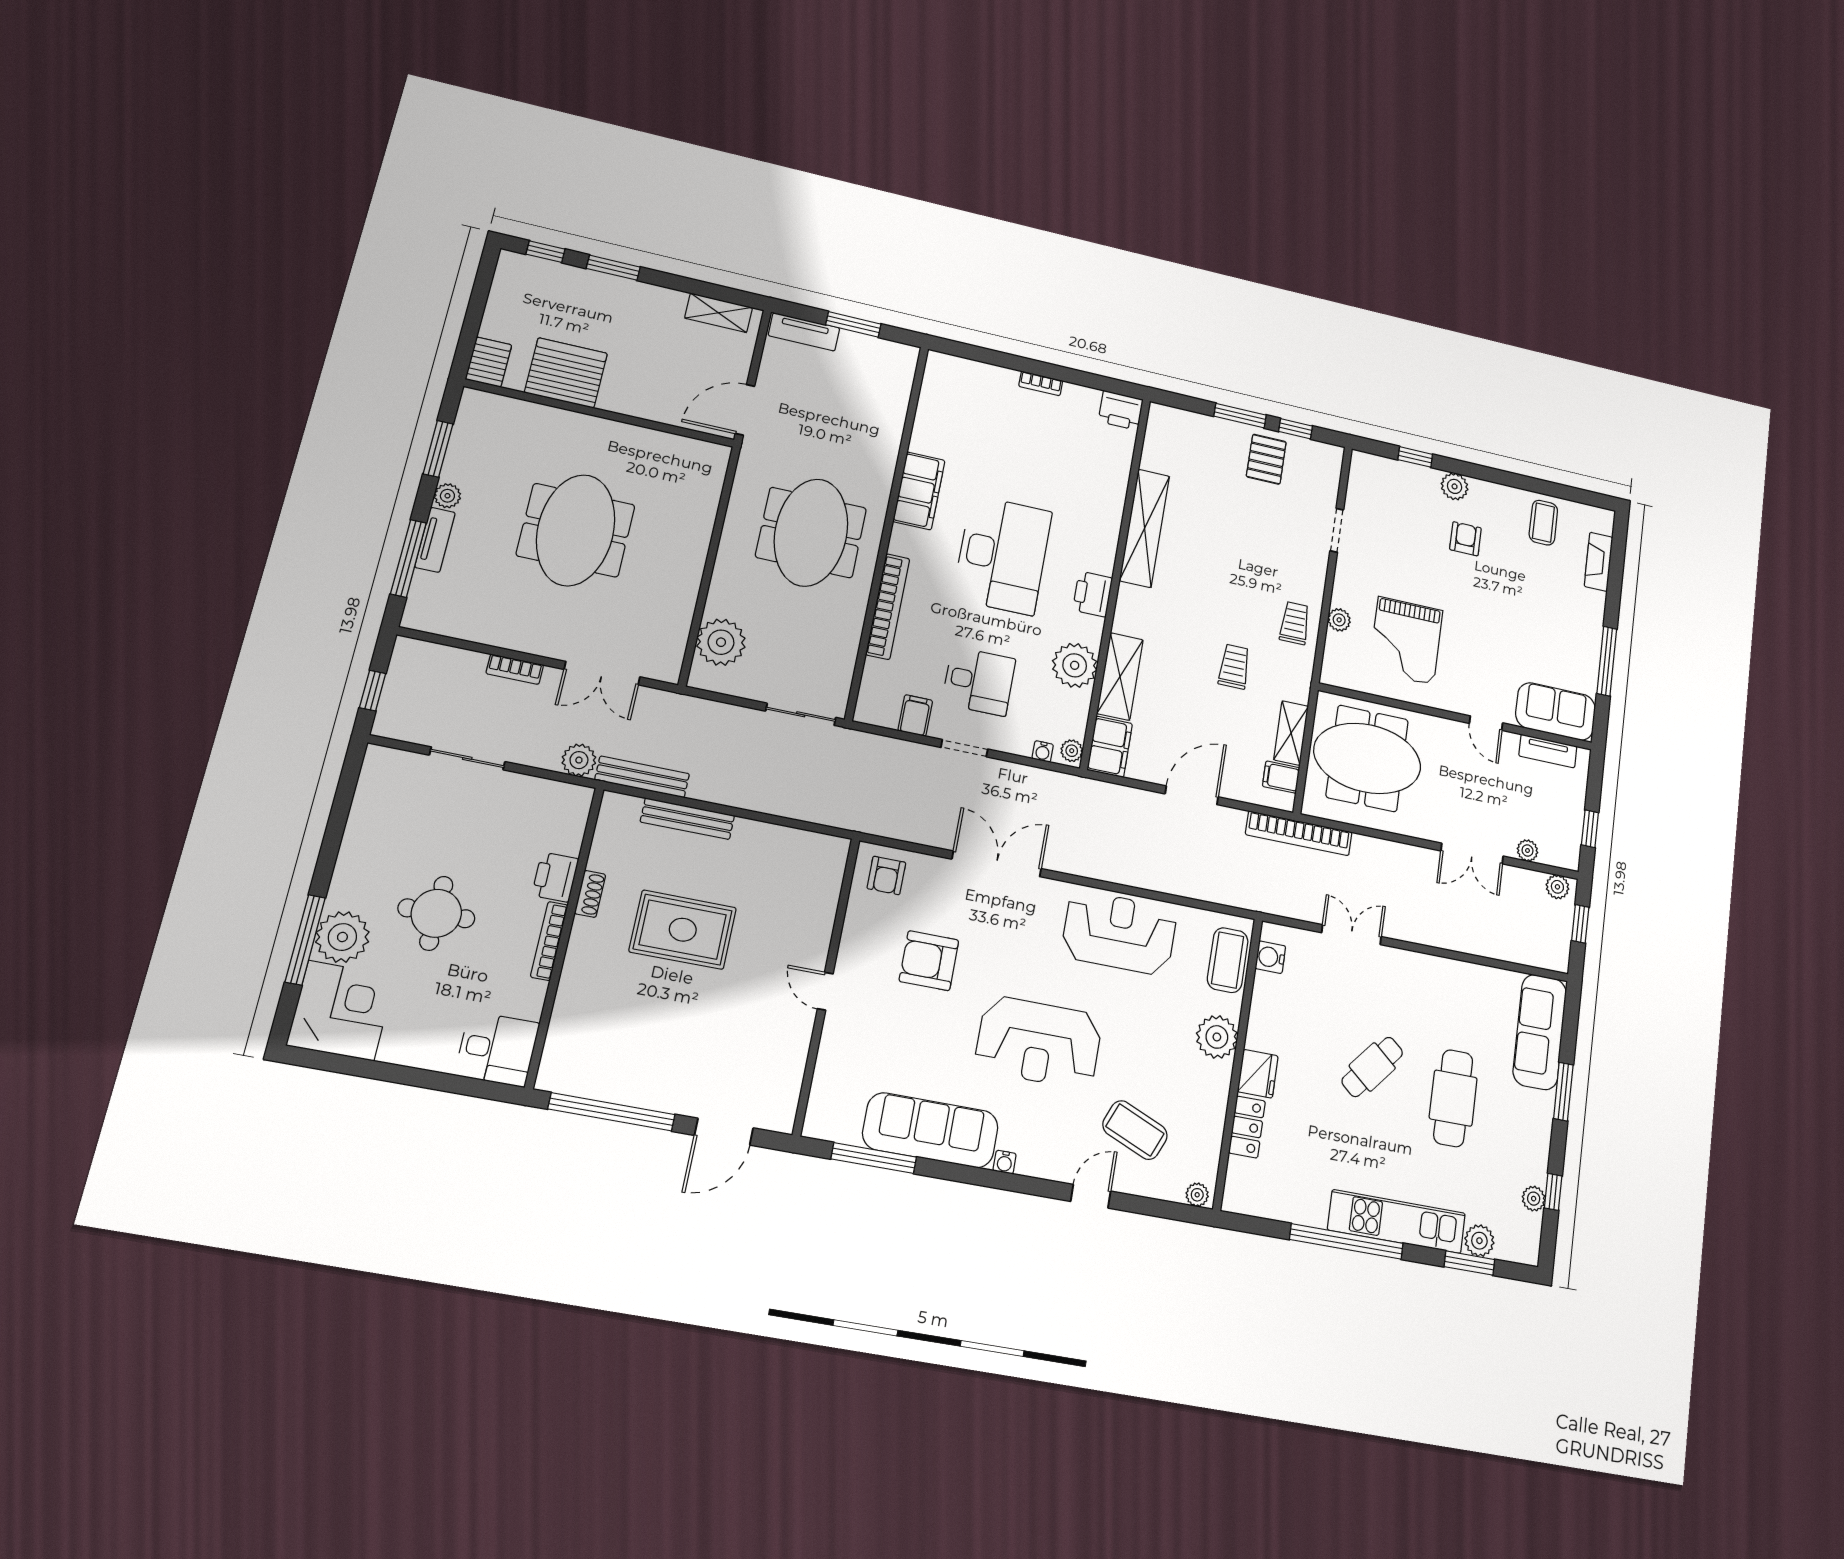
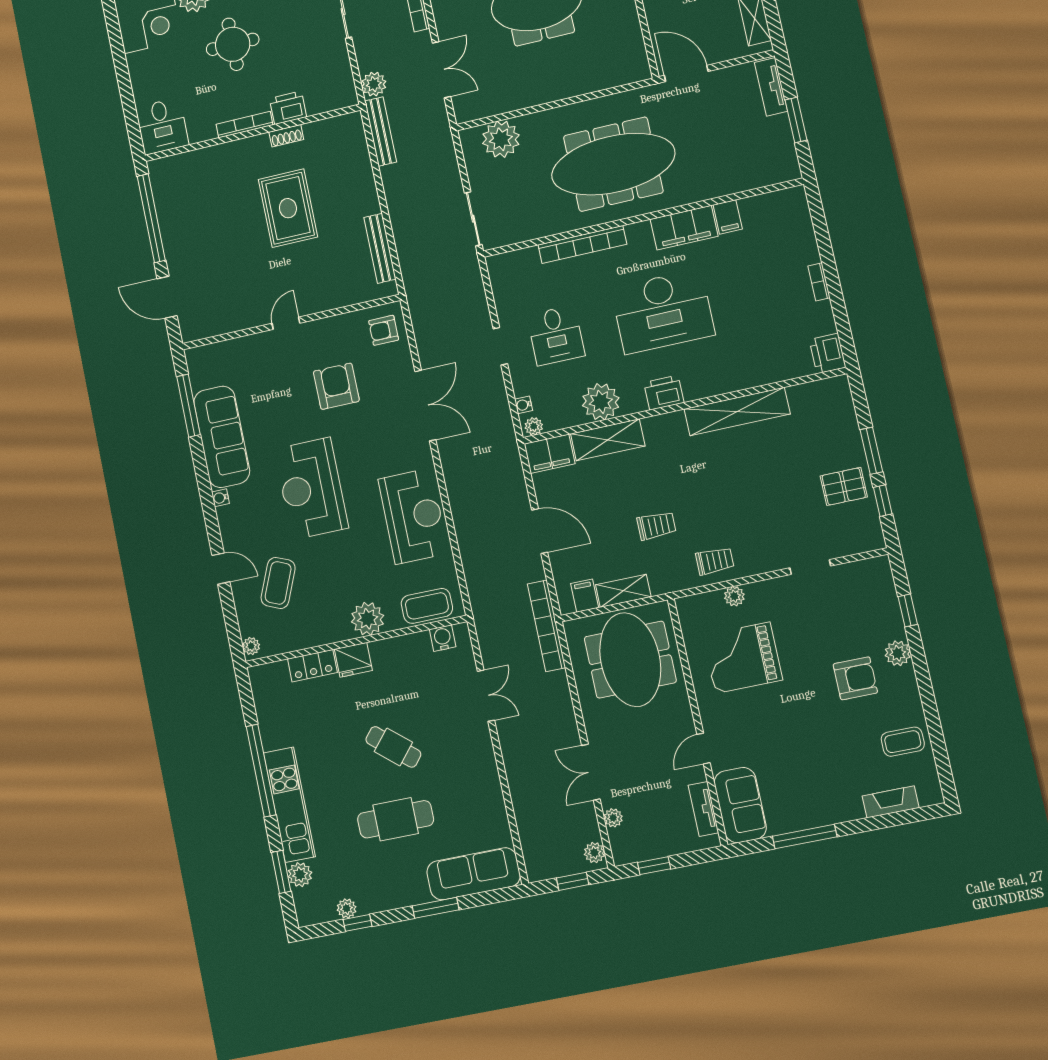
meeting table: (811, 533) -> (613, 164), width x1.36
armchair: (1465, 539) -> (855, 678), width x1.38, depth x1.38
double door: (602, 673) -> (441, 70), swing flipped
filing cabinet: (915, 716) -> (728, 217), moved, turned 90
bench: (687, 819) -> (380, 248), moved

